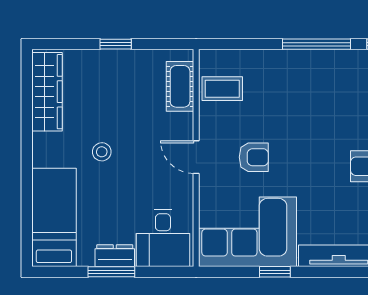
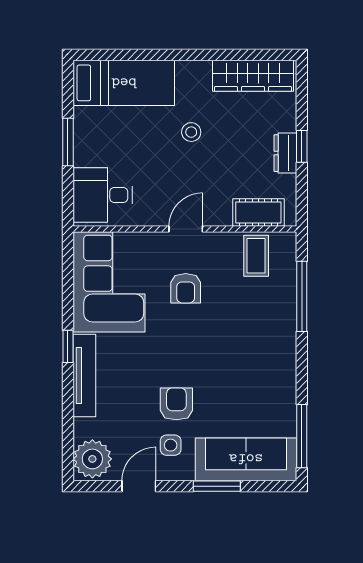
window: (317, 44) -> (302, 296), moved
dresser: (115, 256) -> (285, 153), moved, turned 180
window: (275, 272) -> (68, 346), moved

